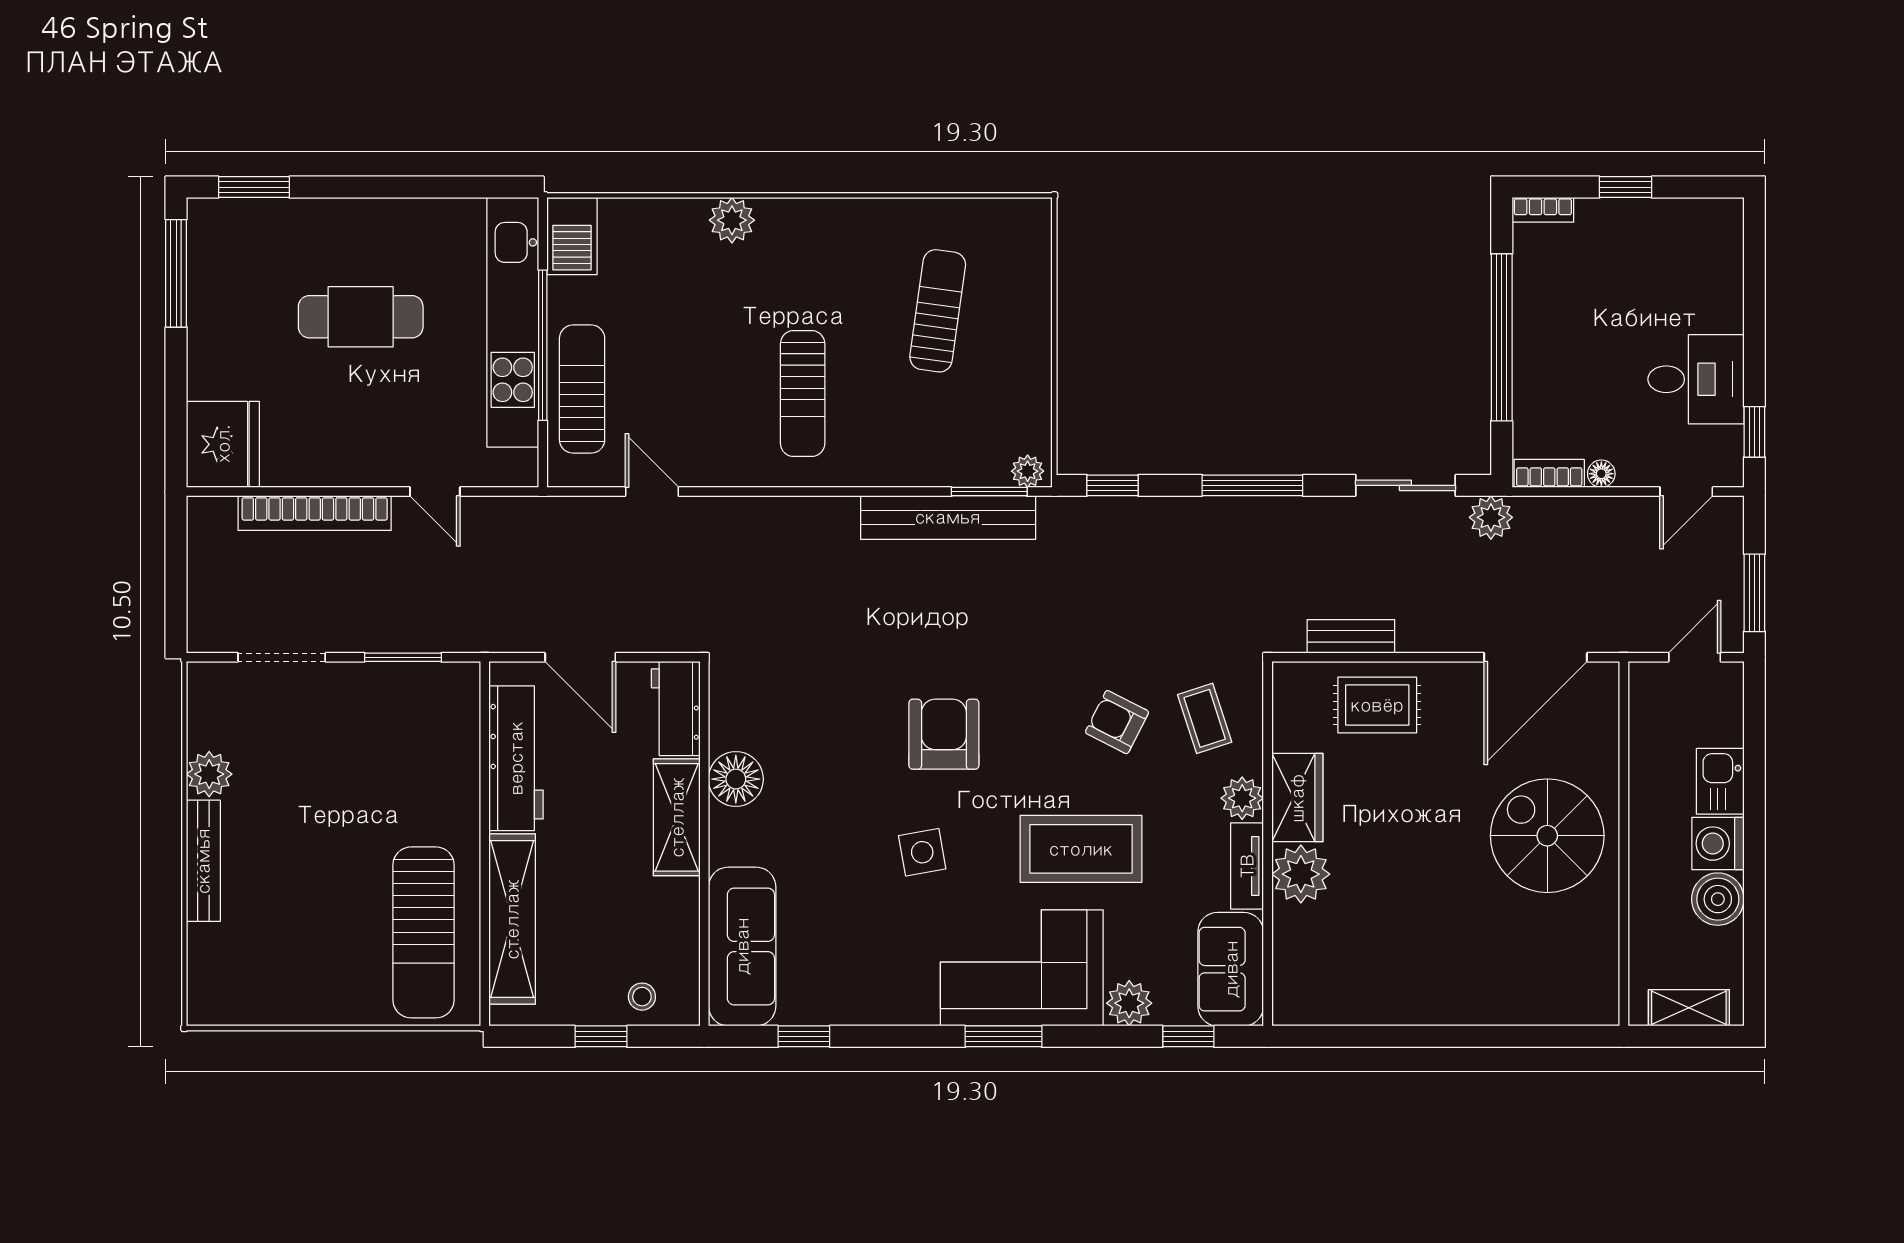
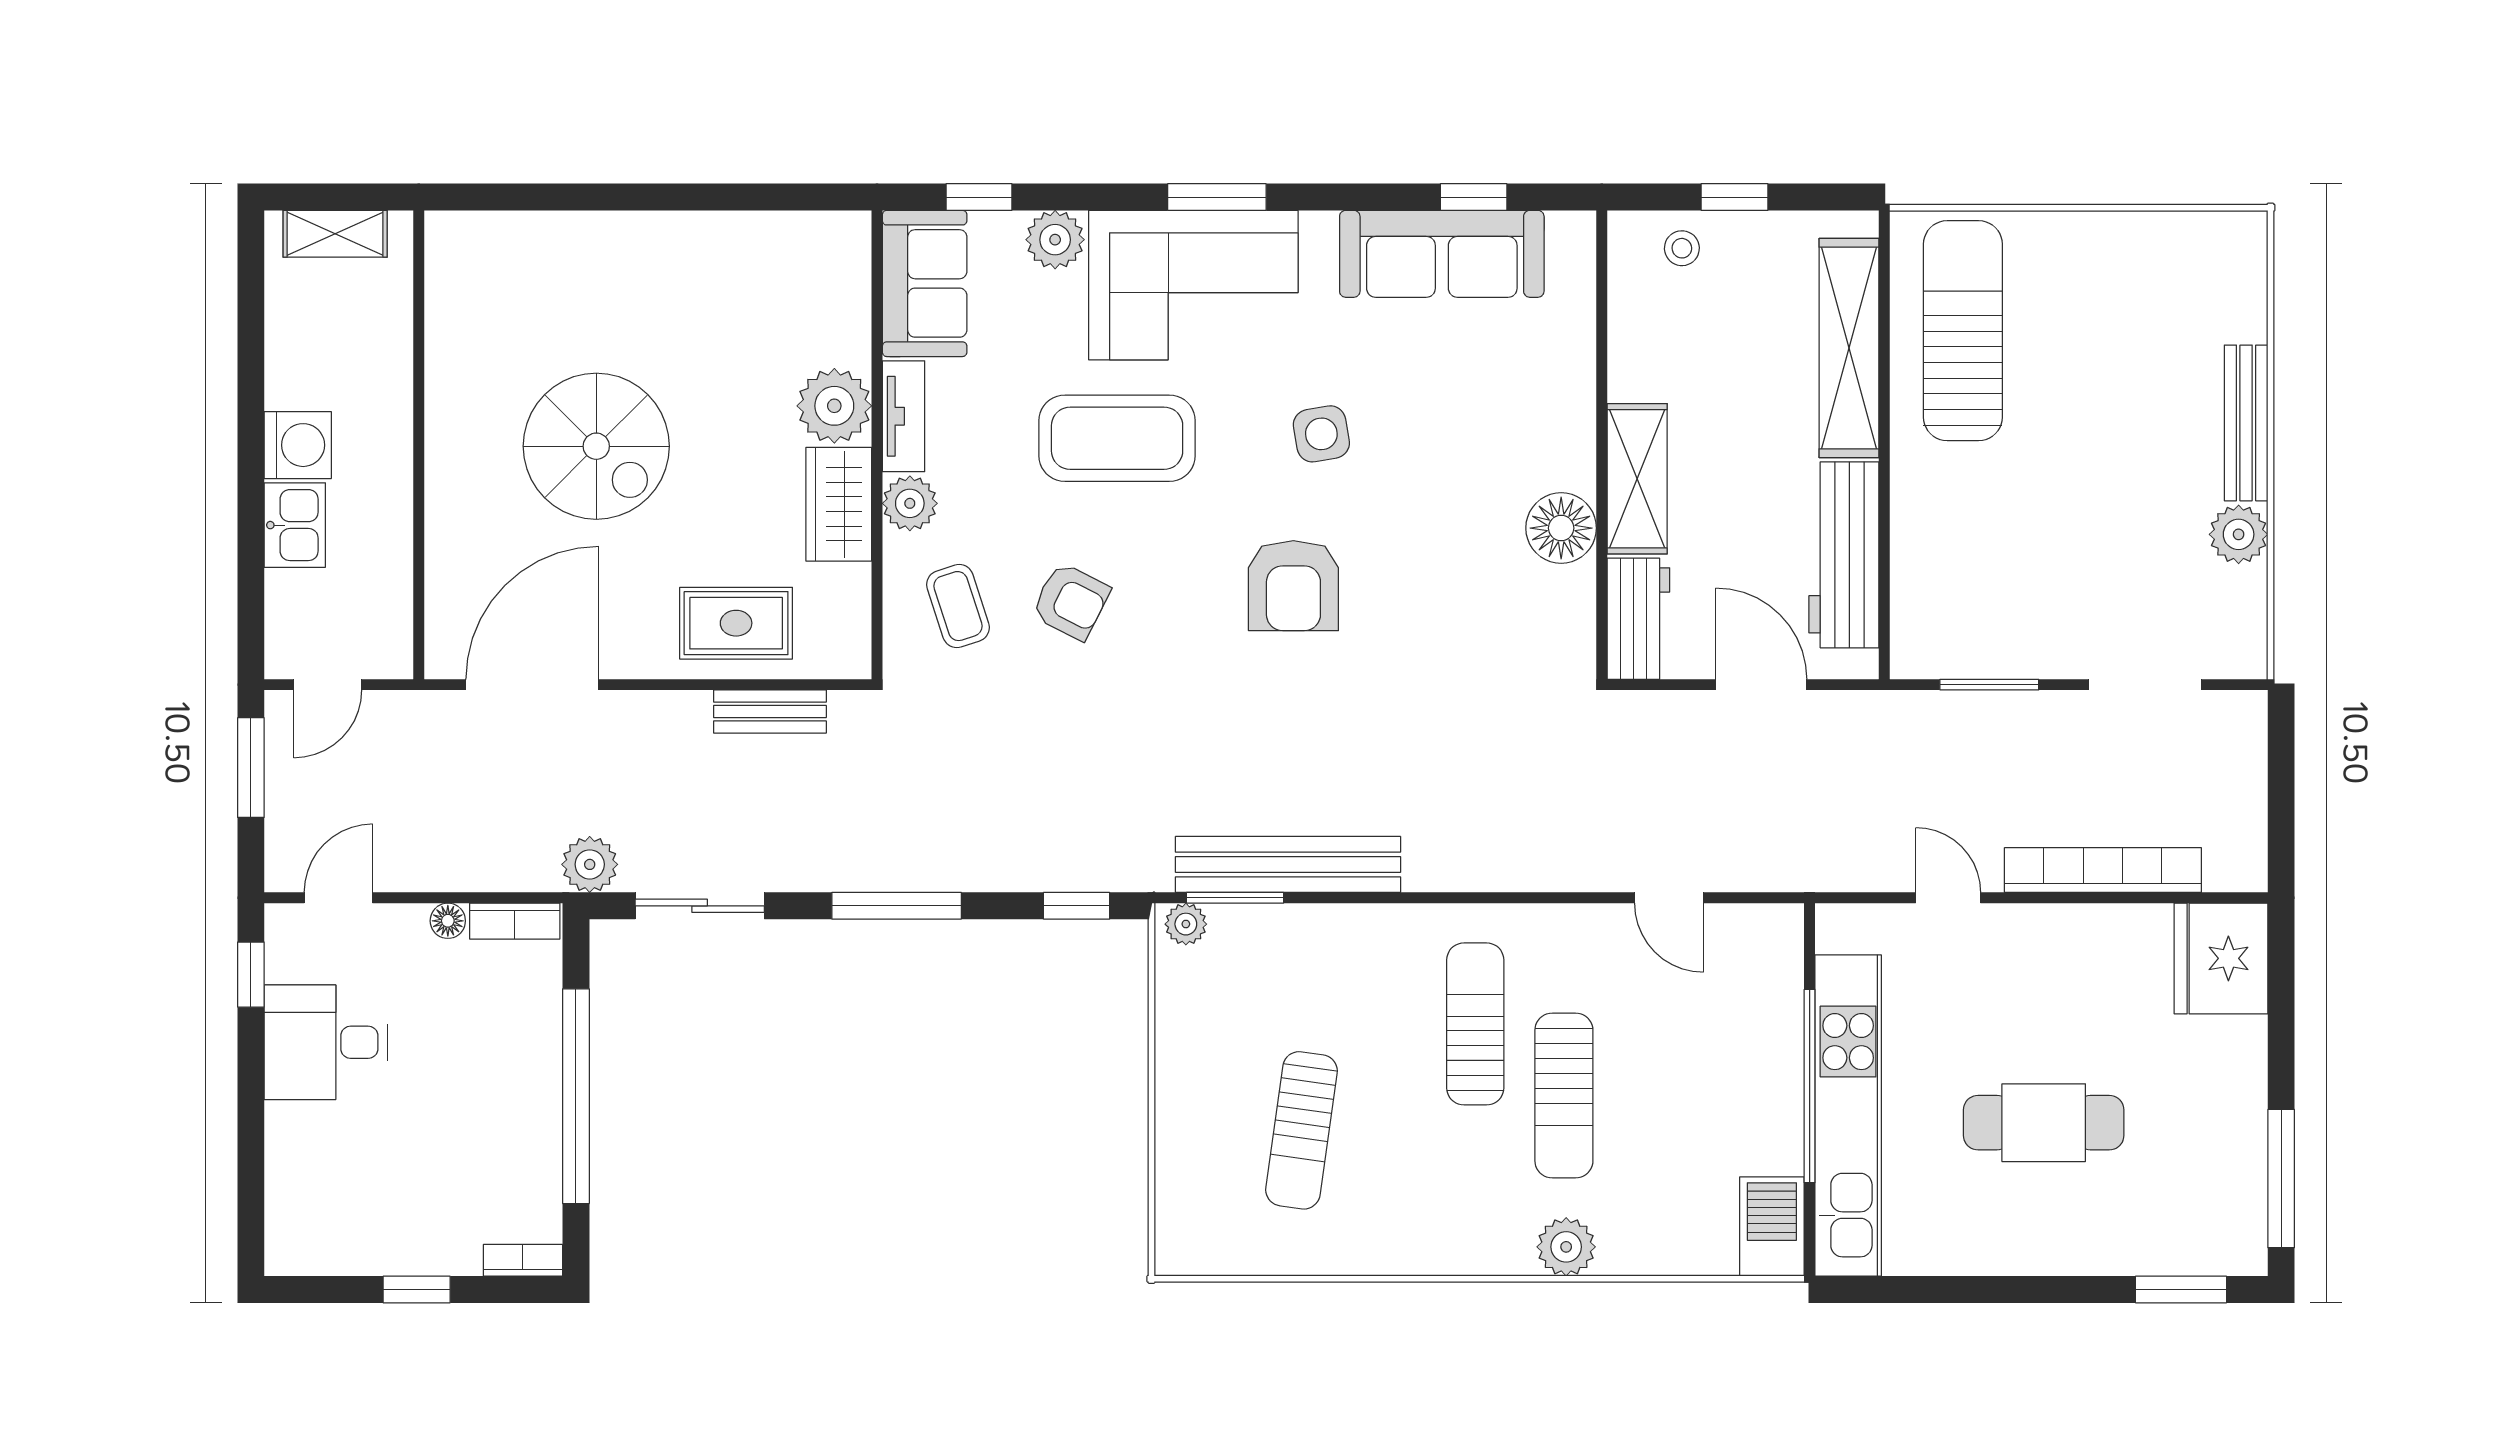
sun lounger: (582, 389) -> (1564, 1096), moved
spiral stairs: (1547, 836) -> (596, 446), moved
boiler: (1718, 899) -> (298, 374), removed
sofa: (742, 946) -> (1442, 254), moved, turned -90

